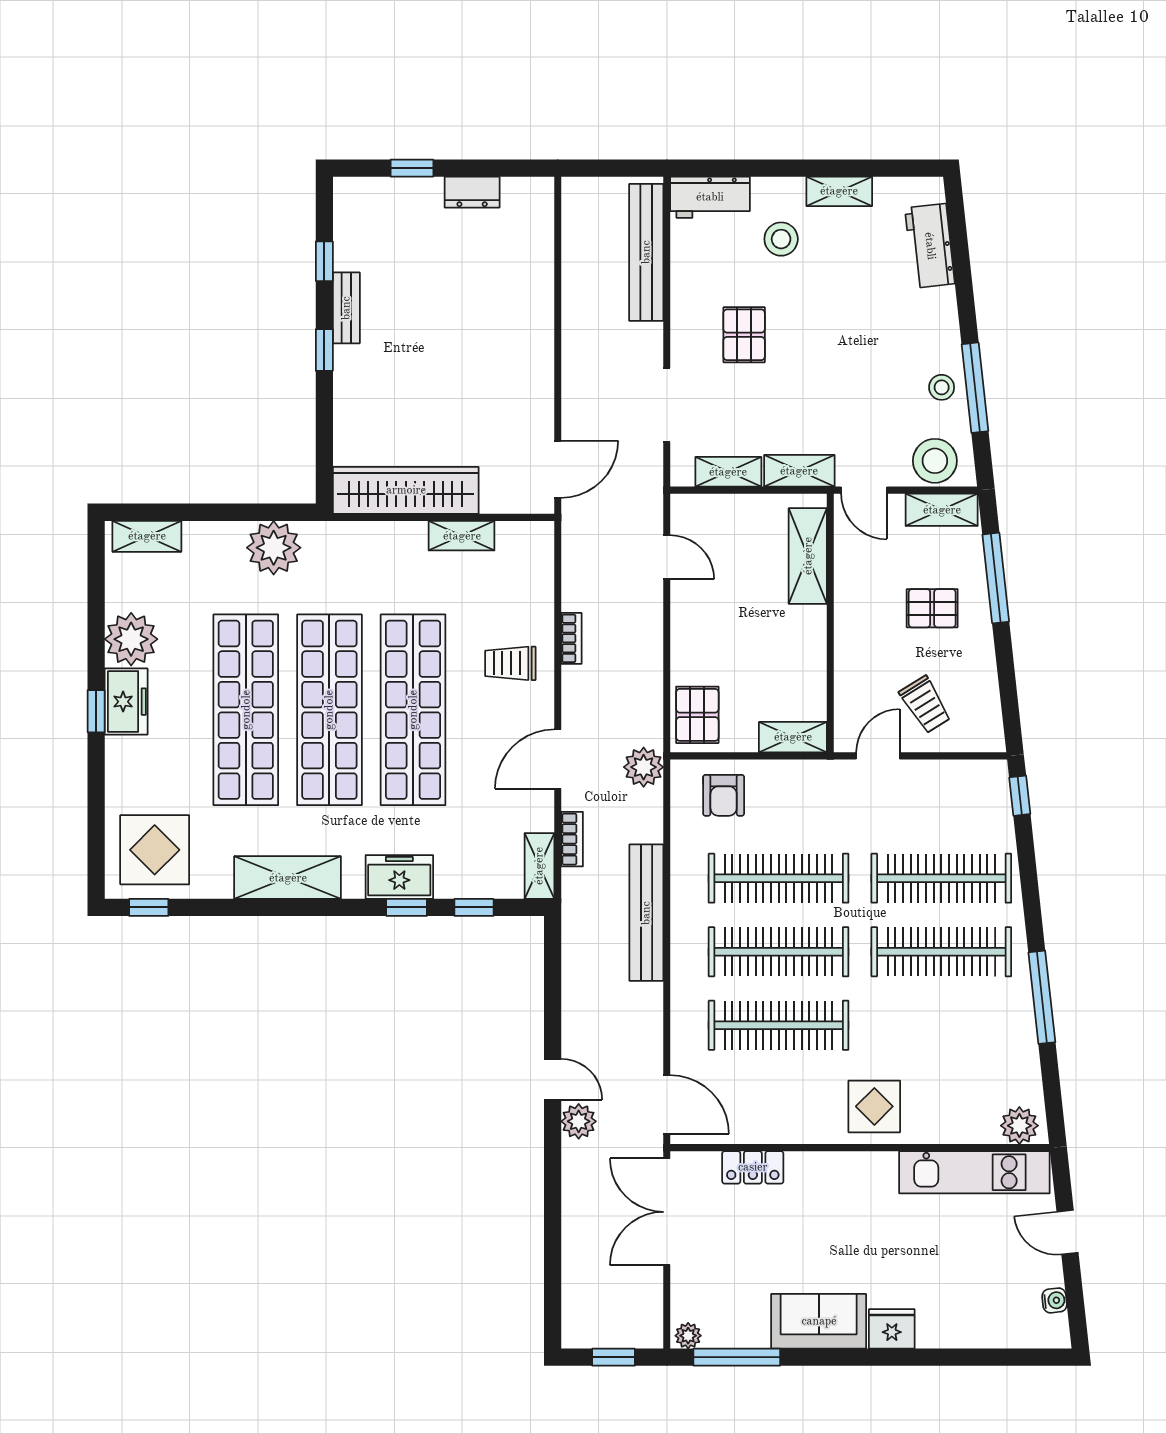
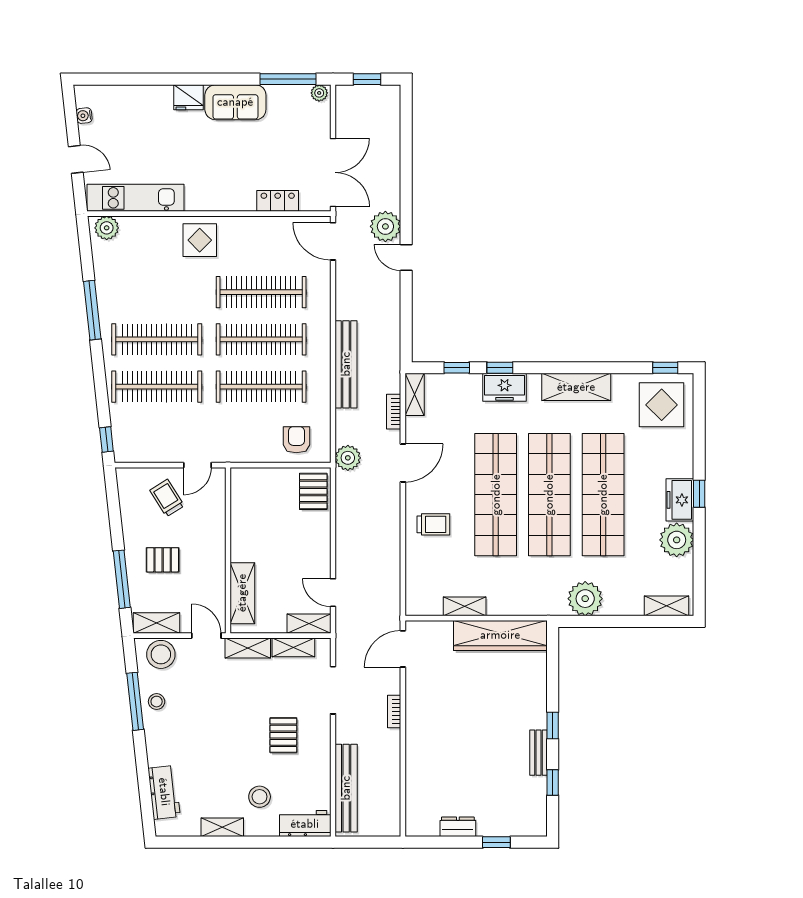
bookcase: (571, 638) -> (394, 711), moved
shelving: (793, 737) -> (309, 624), moved
plant: (579, 1121) -> (385, 226), width x1.36, depth x1.36

